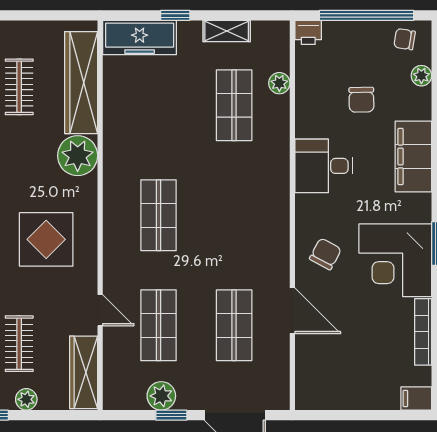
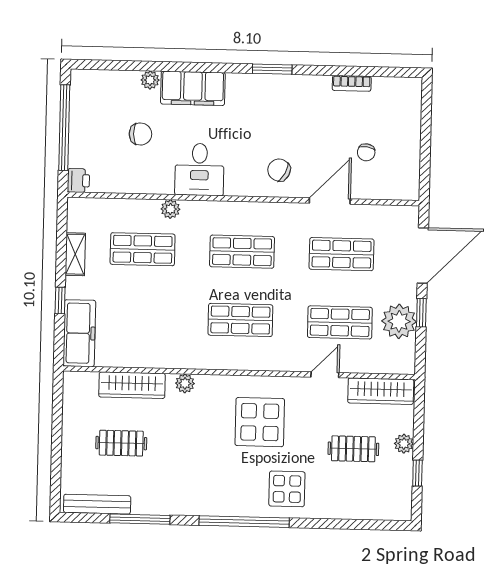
chair: (405, 39) -> (366, 152), moved
plant: (421, 76) -> (150, 80), moved
wardrobe: (81, 83) -> (132, 385), width x0.71, depth x0.85
plant: (279, 83) -> (170, 209), moved
plant: (78, 156) -> (185, 383), width x0.53, depth x0.53
shop shelf: (234, 215) -> (242, 252), added
corner desk: (395, 260) -> (286, 107), removed
bookcase: (423, 332) -> (352, 83), width x0.64
plant: (161, 396) -> (399, 321), width x1.36, depth x1.36
filing cabinet: (416, 399) -> (412, 91), removed

